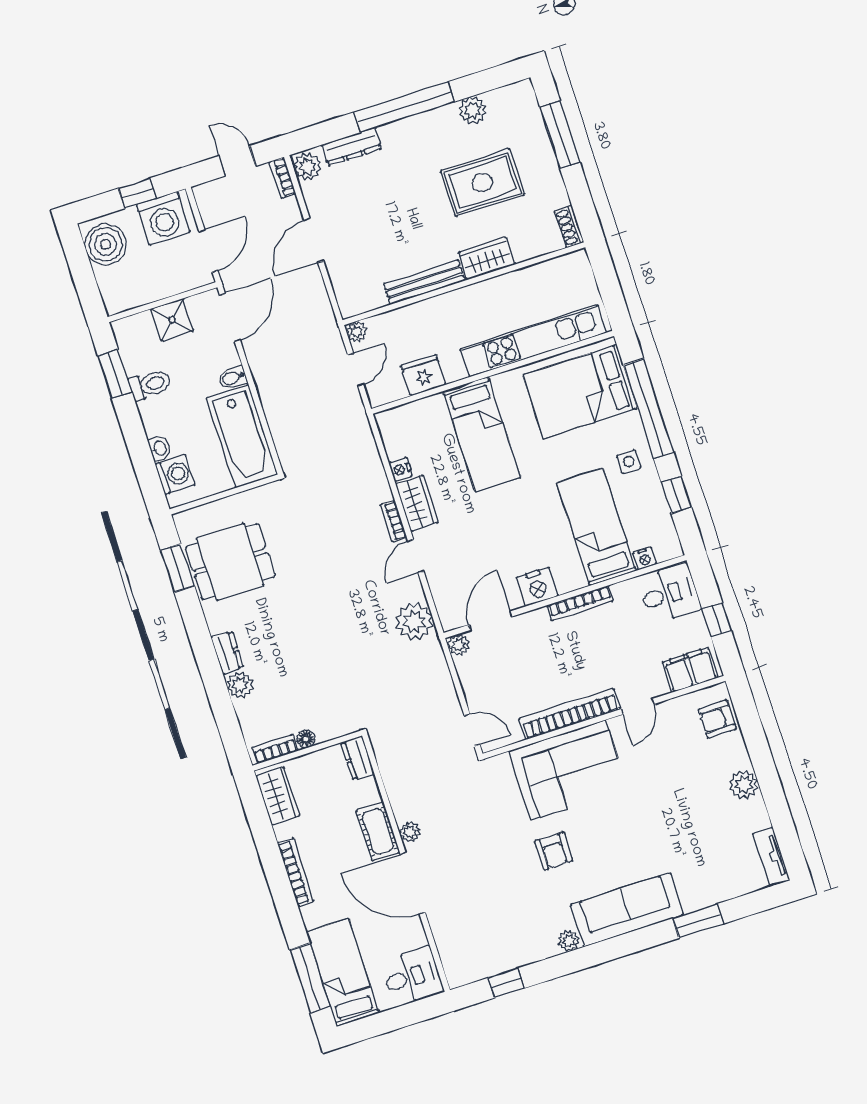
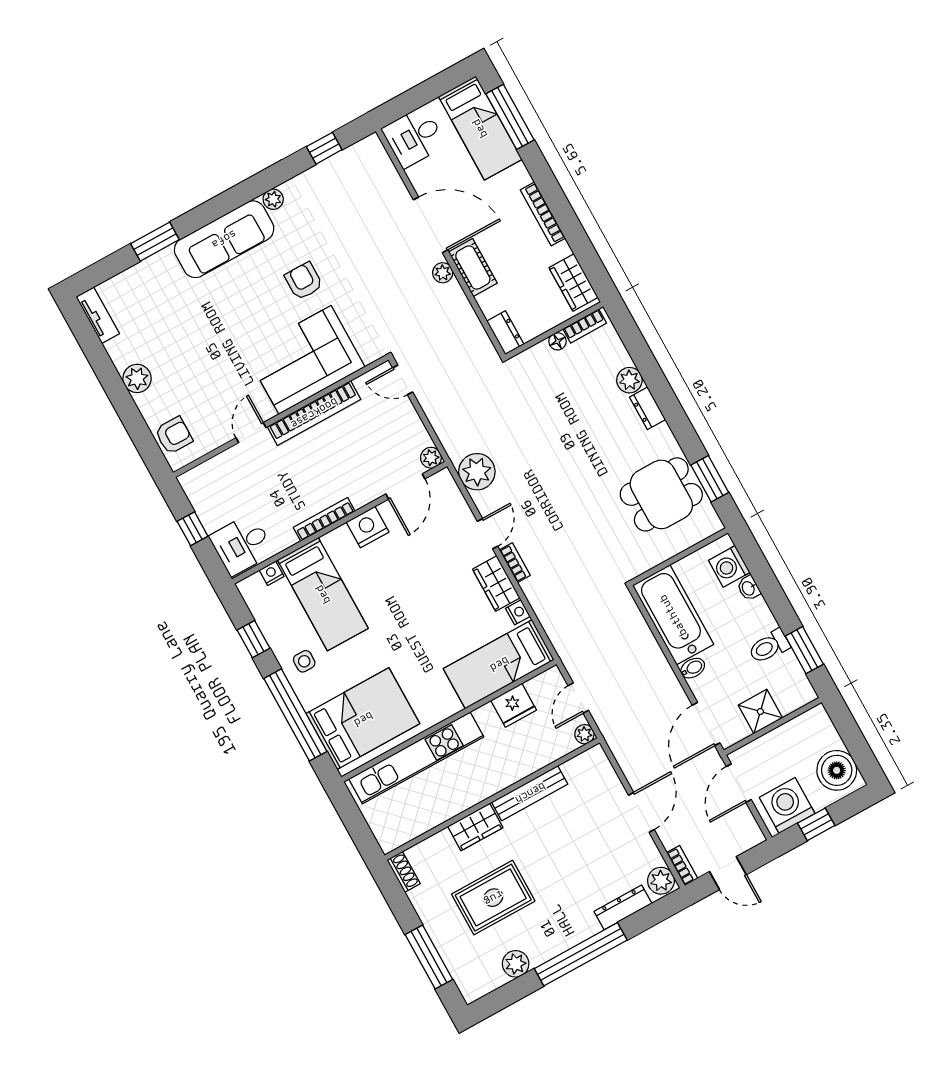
bed: (482, 434) -> (499, 664), moved, turned -90
filing cabinet: (690, 670) -> (208, 477), removed

